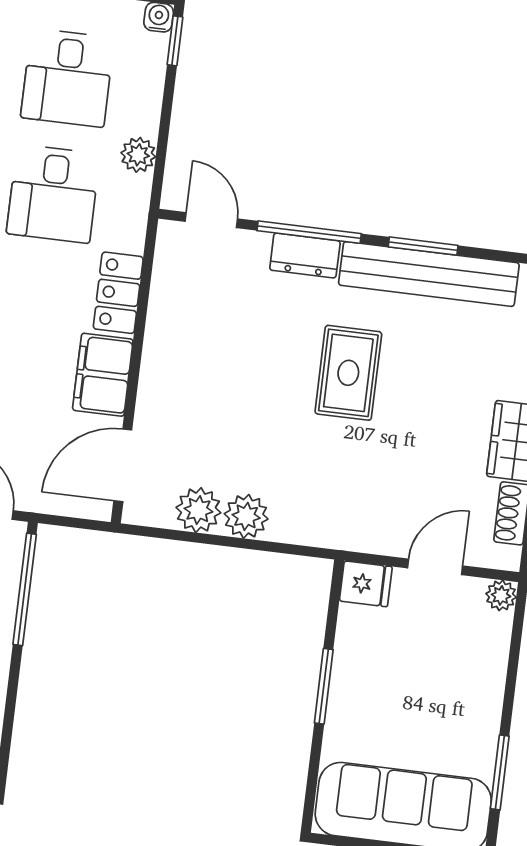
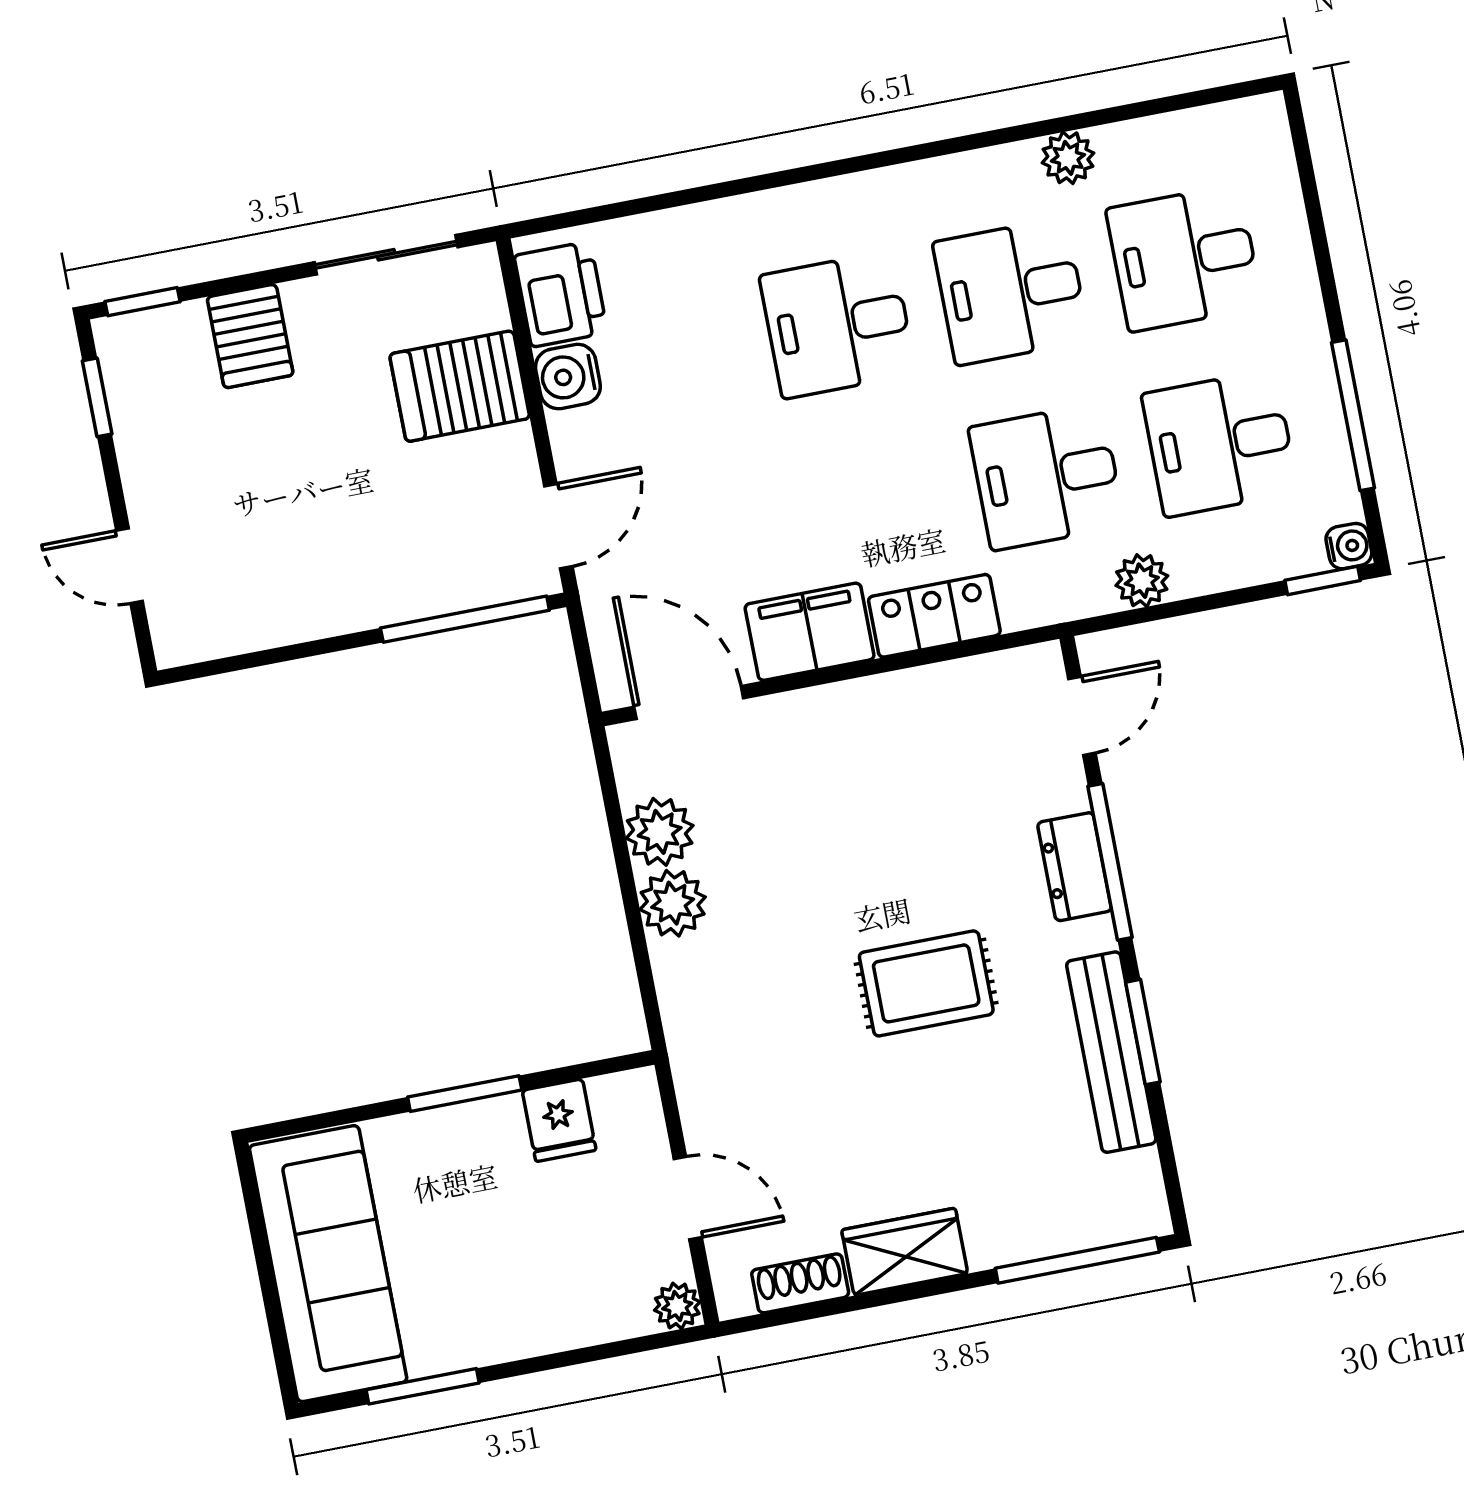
bench: (429, 274) -> (1111, 1052), width x0.73, depth x0.82
fridge: (366, 584) -> (559, 1120), moved

